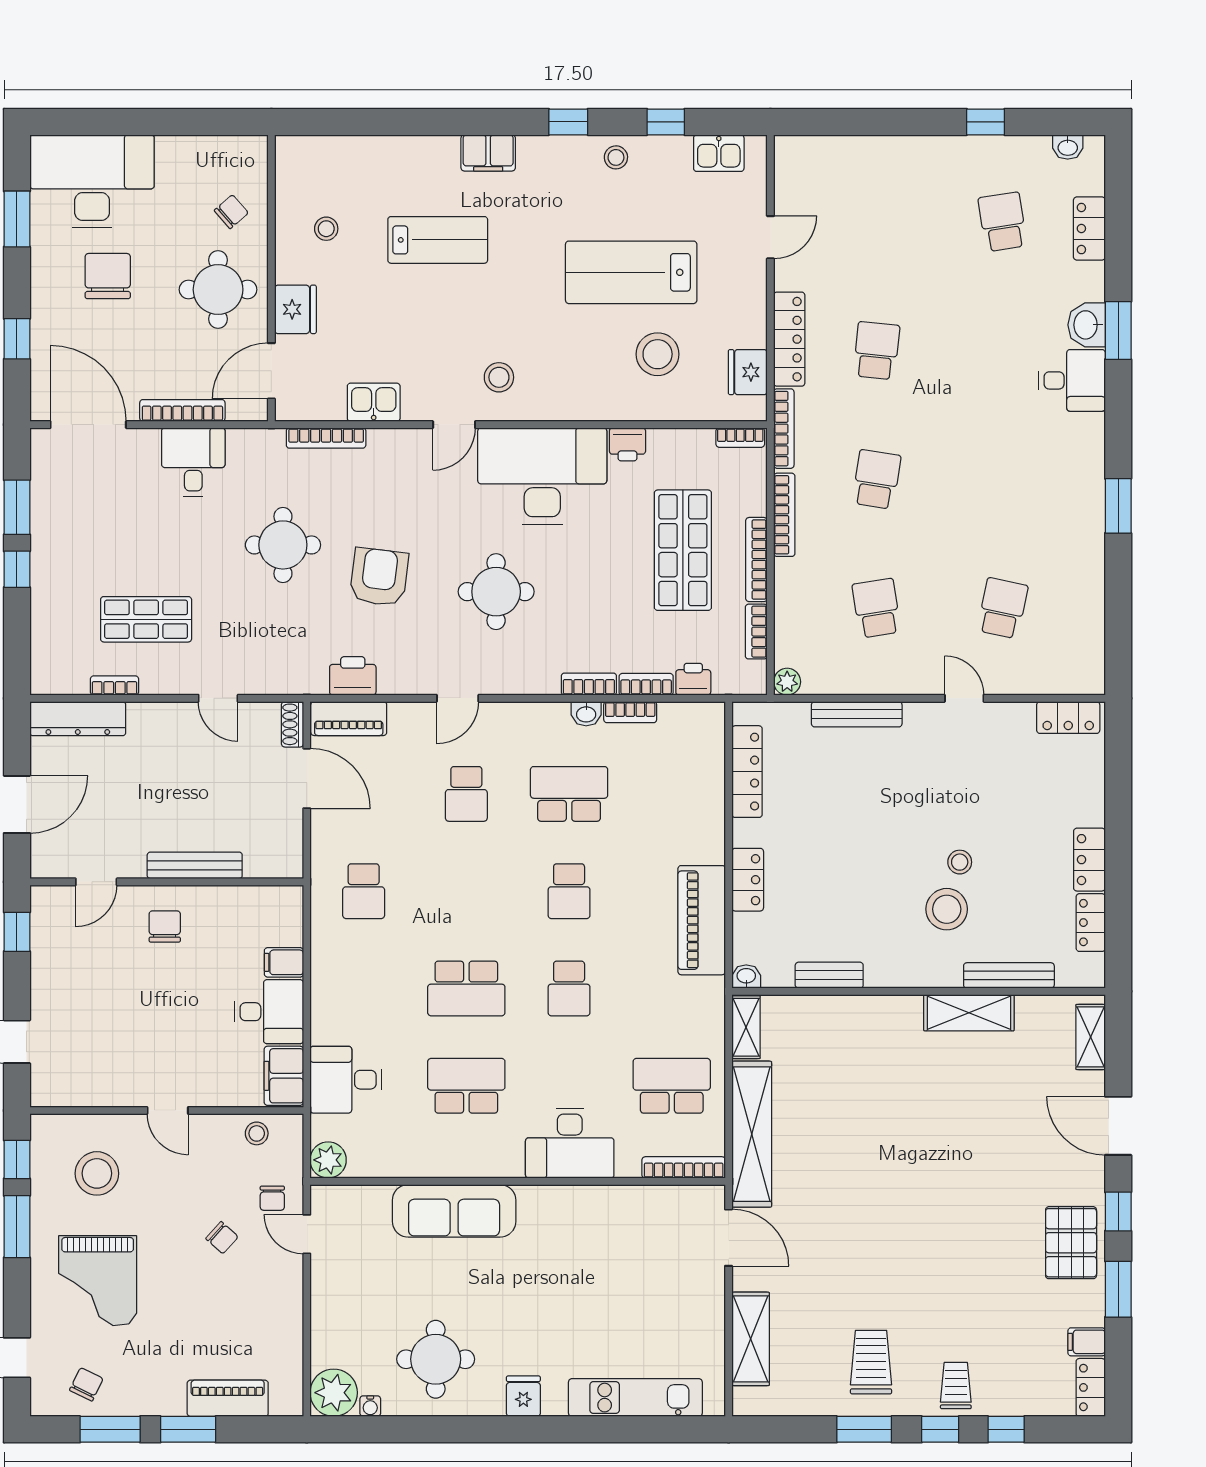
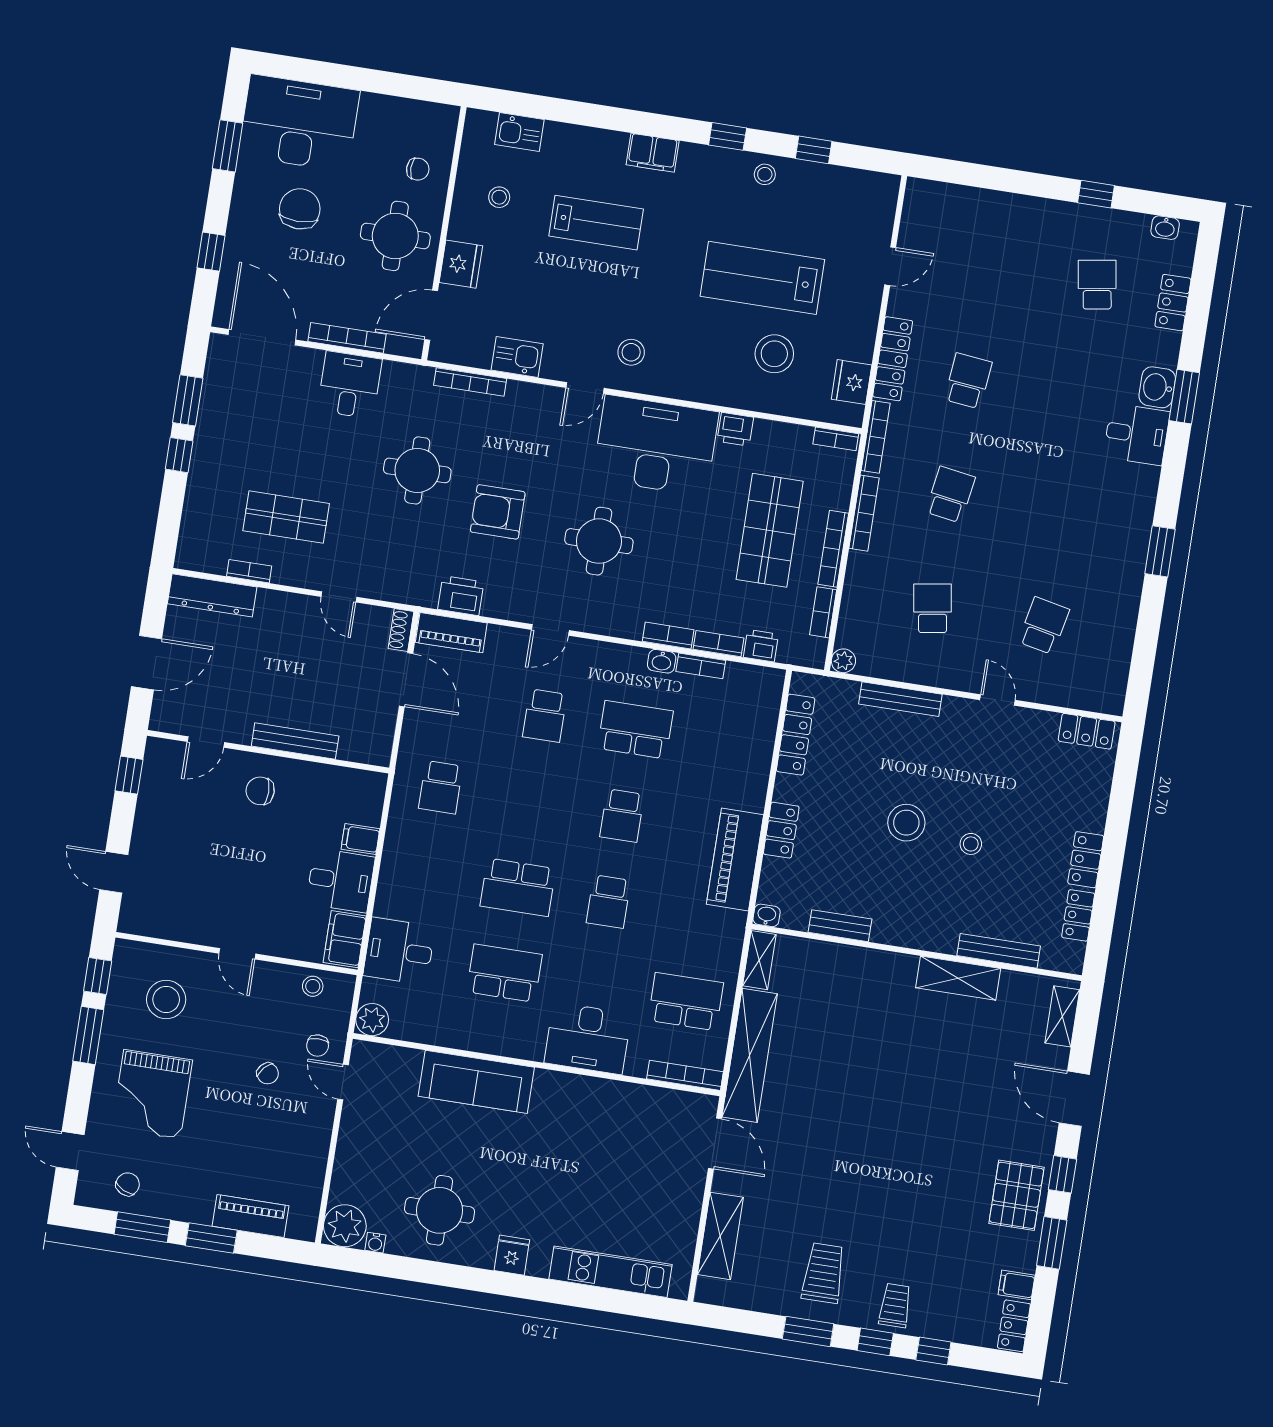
kitchen sink: (719, 153) -> (519, 132), moved
chair: (231, 212) -> (418, 169), turned 41
armchair: (379, 577) -> (498, 512), turned -97
stool: (947, 909) -> (906, 823), moved
chair: (165, 926) -> (260, 791), turned -90

